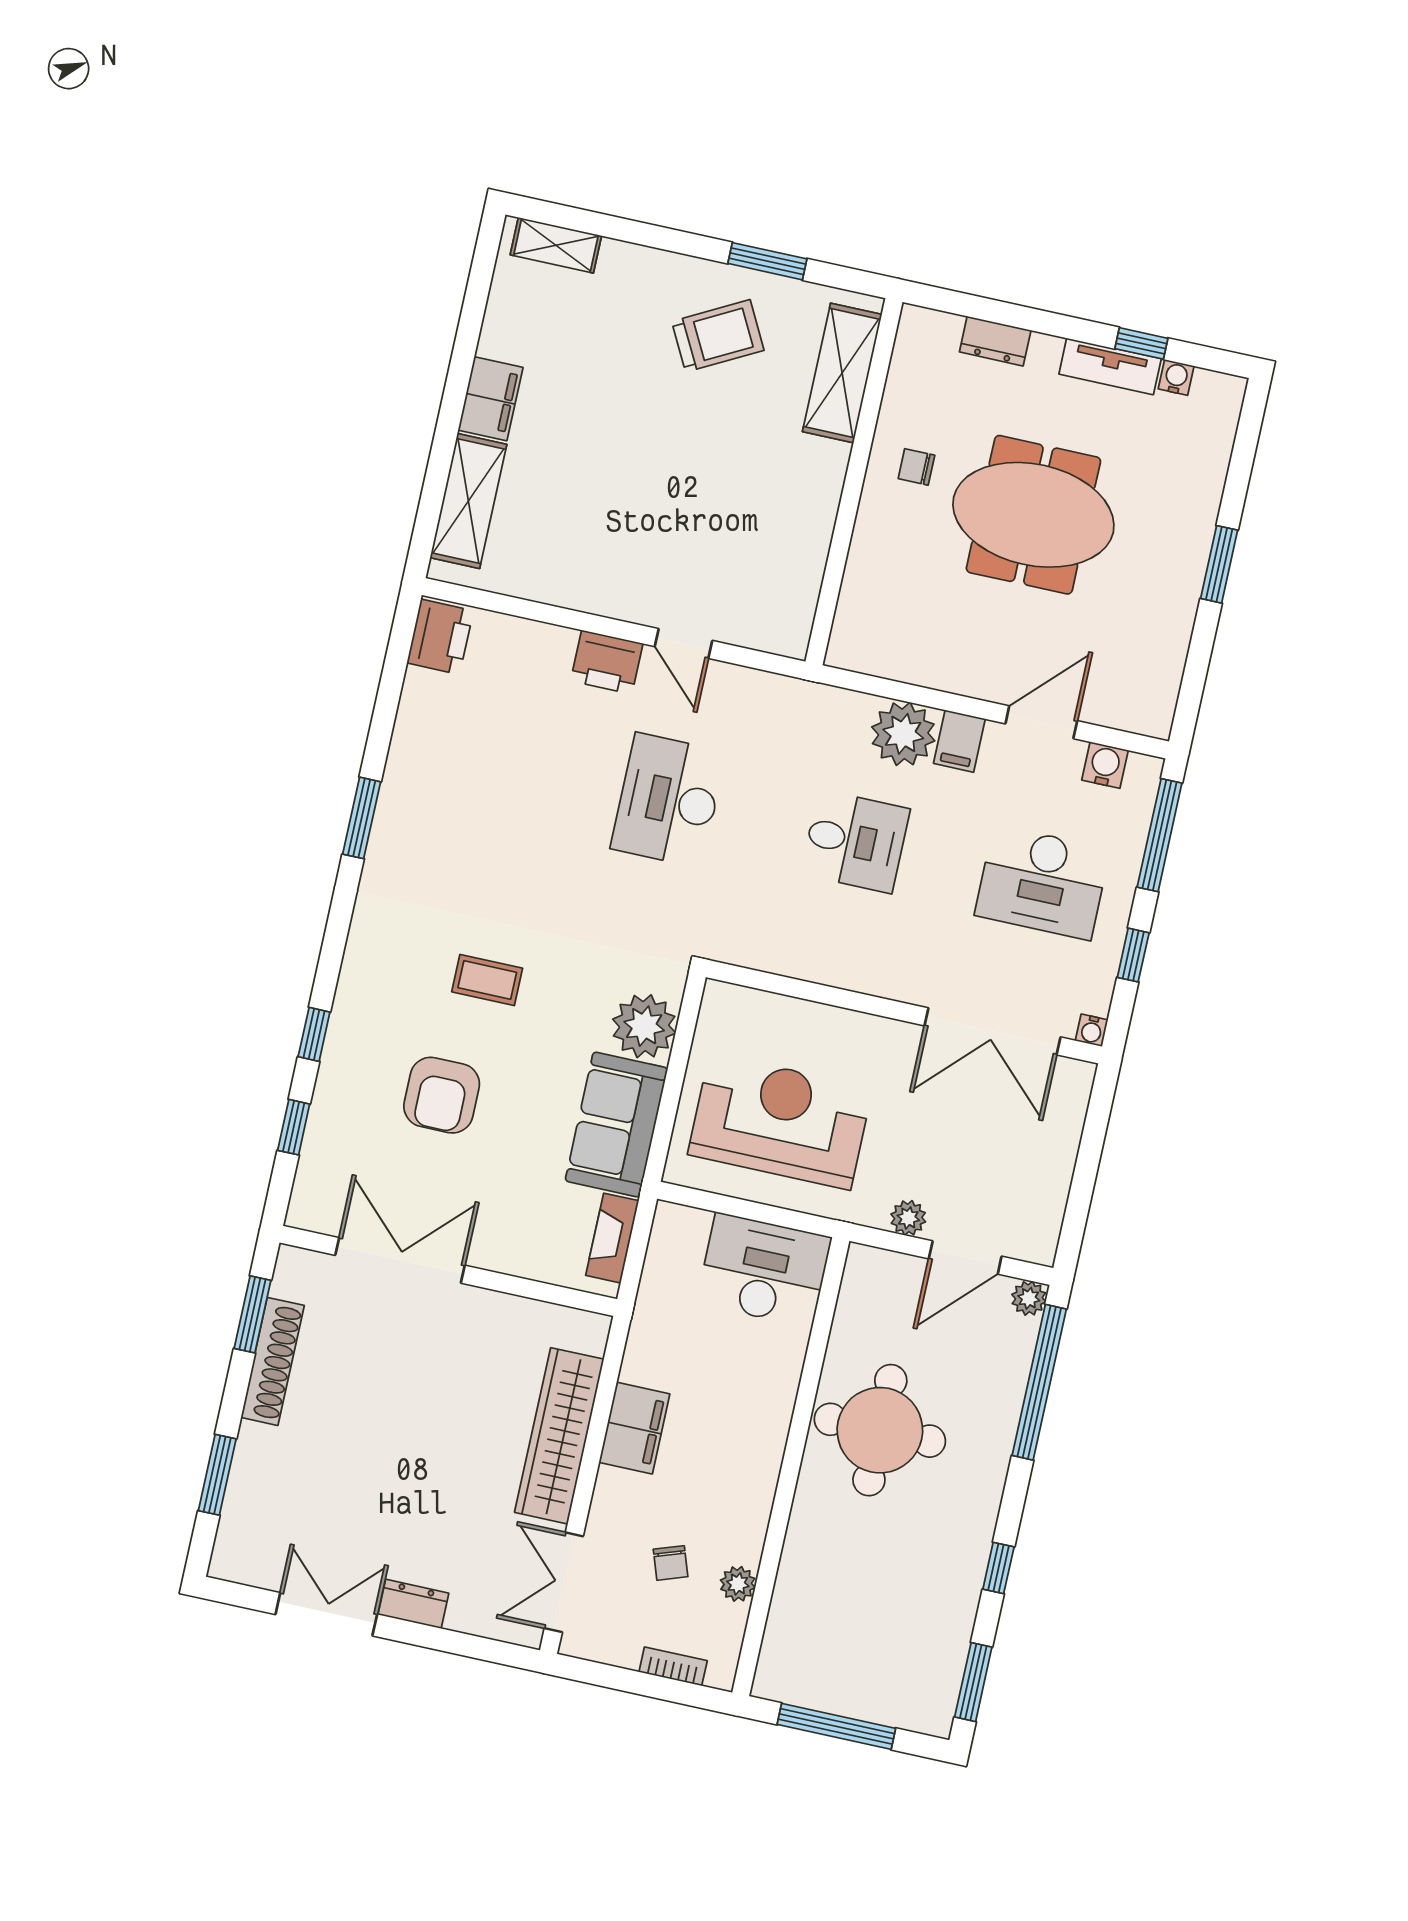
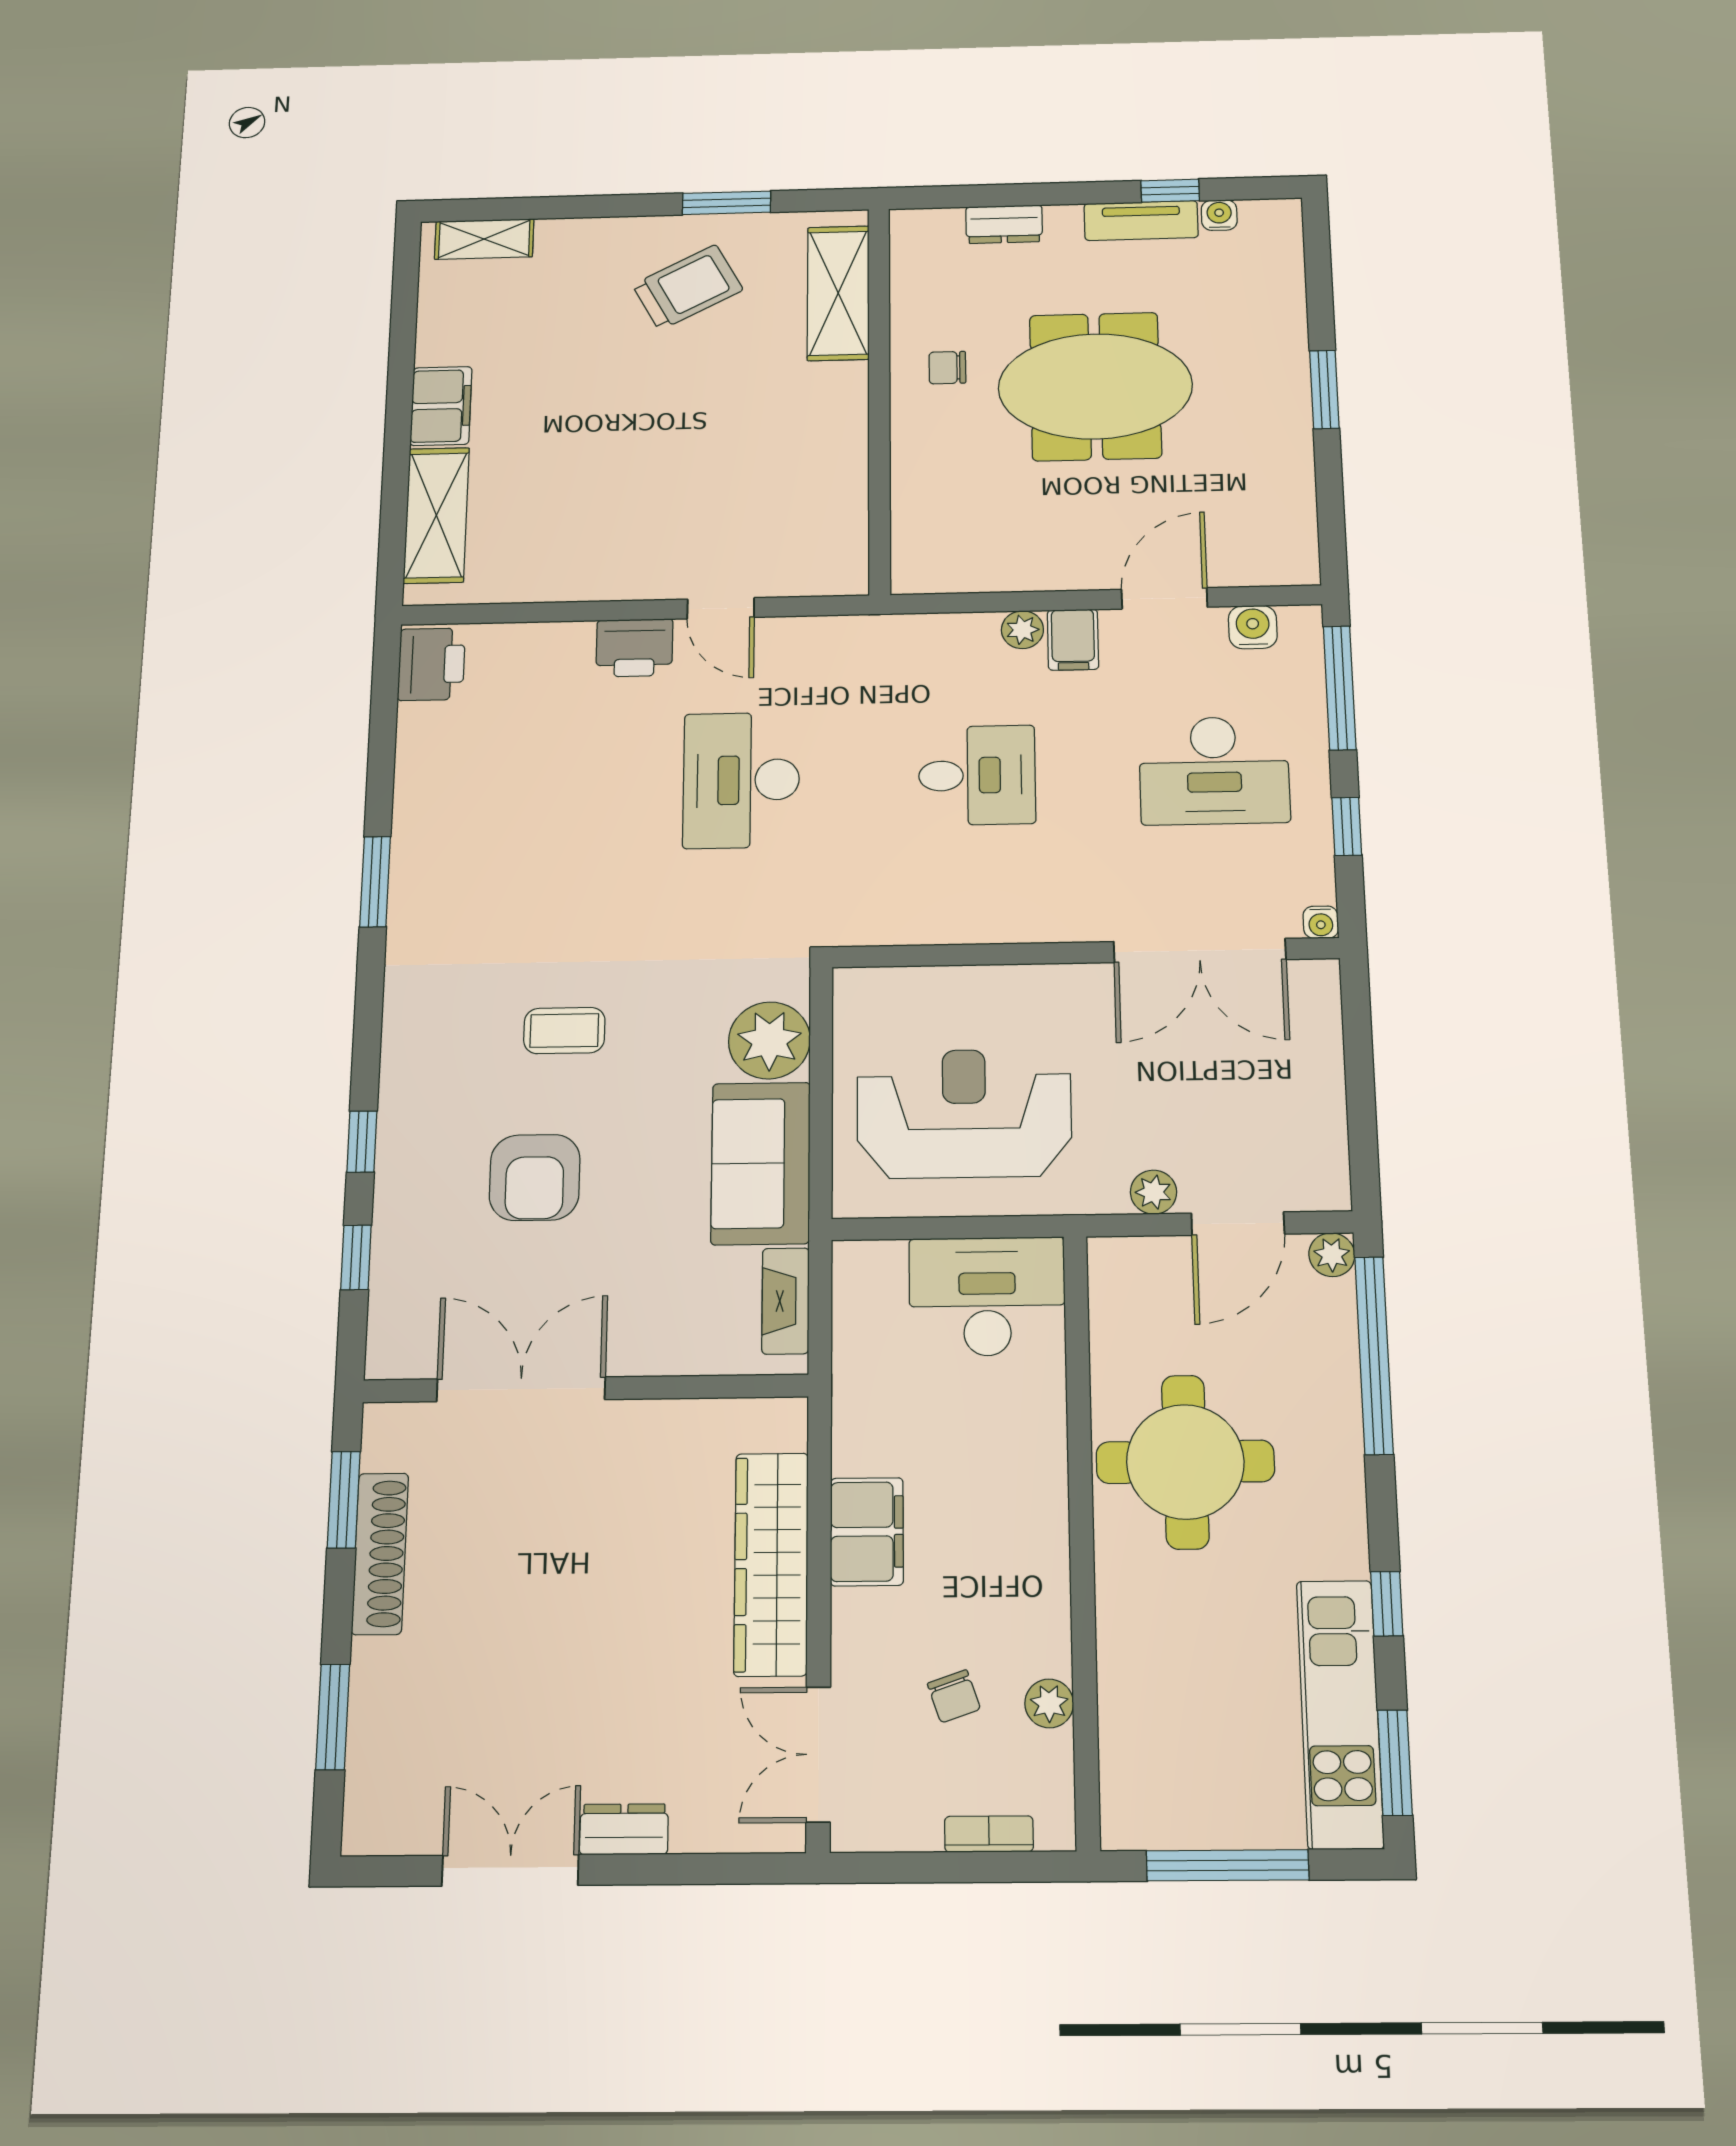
plant: (903, 734) -> (1022, 630), width x0.53, depth x0.53
kitchen unit: (944, 1639) -> (1340, 1714), added

